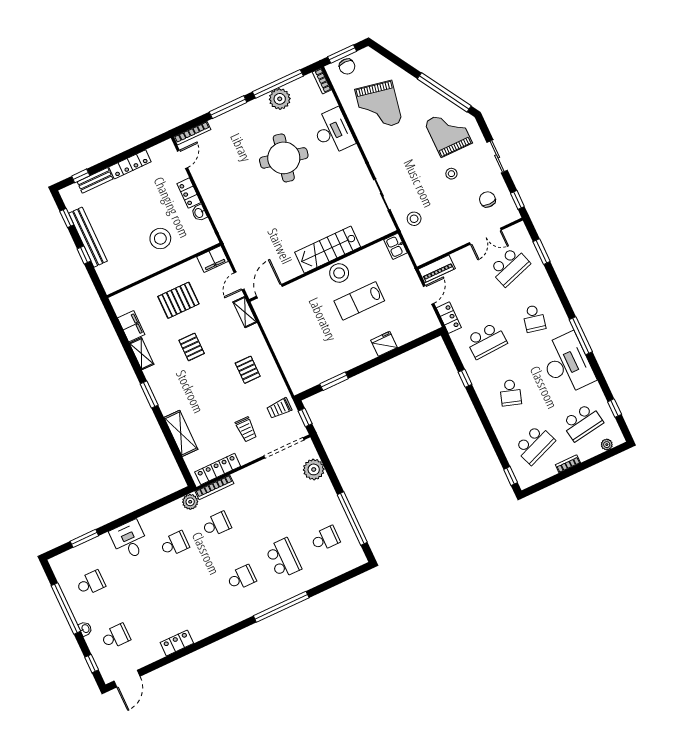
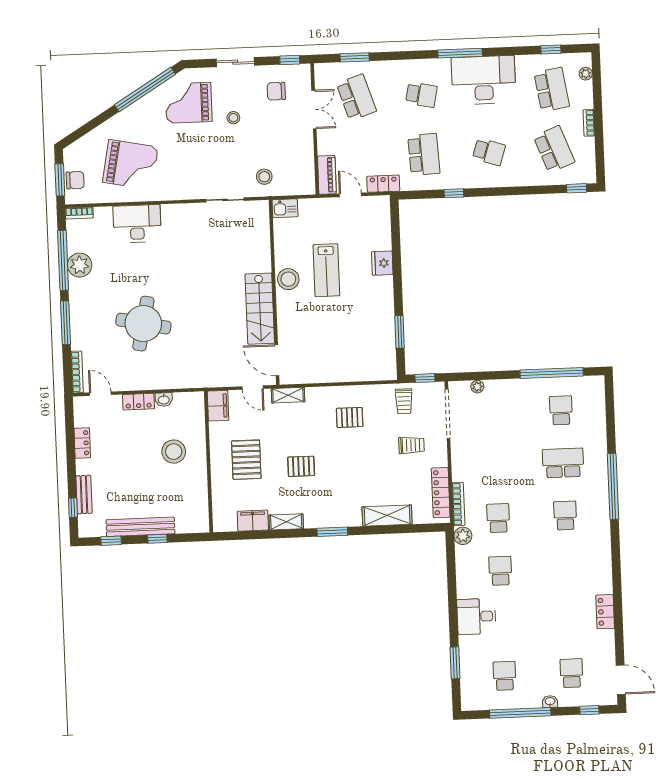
round table: (284, 158) -> (143, 324), moved
locker: (130, 164) -> (82, 443), width x0.66
stairs: (328, 250) -> (260, 309), moved
plant: (314, 469) -> (477, 387), width x0.53, depth x0.53

